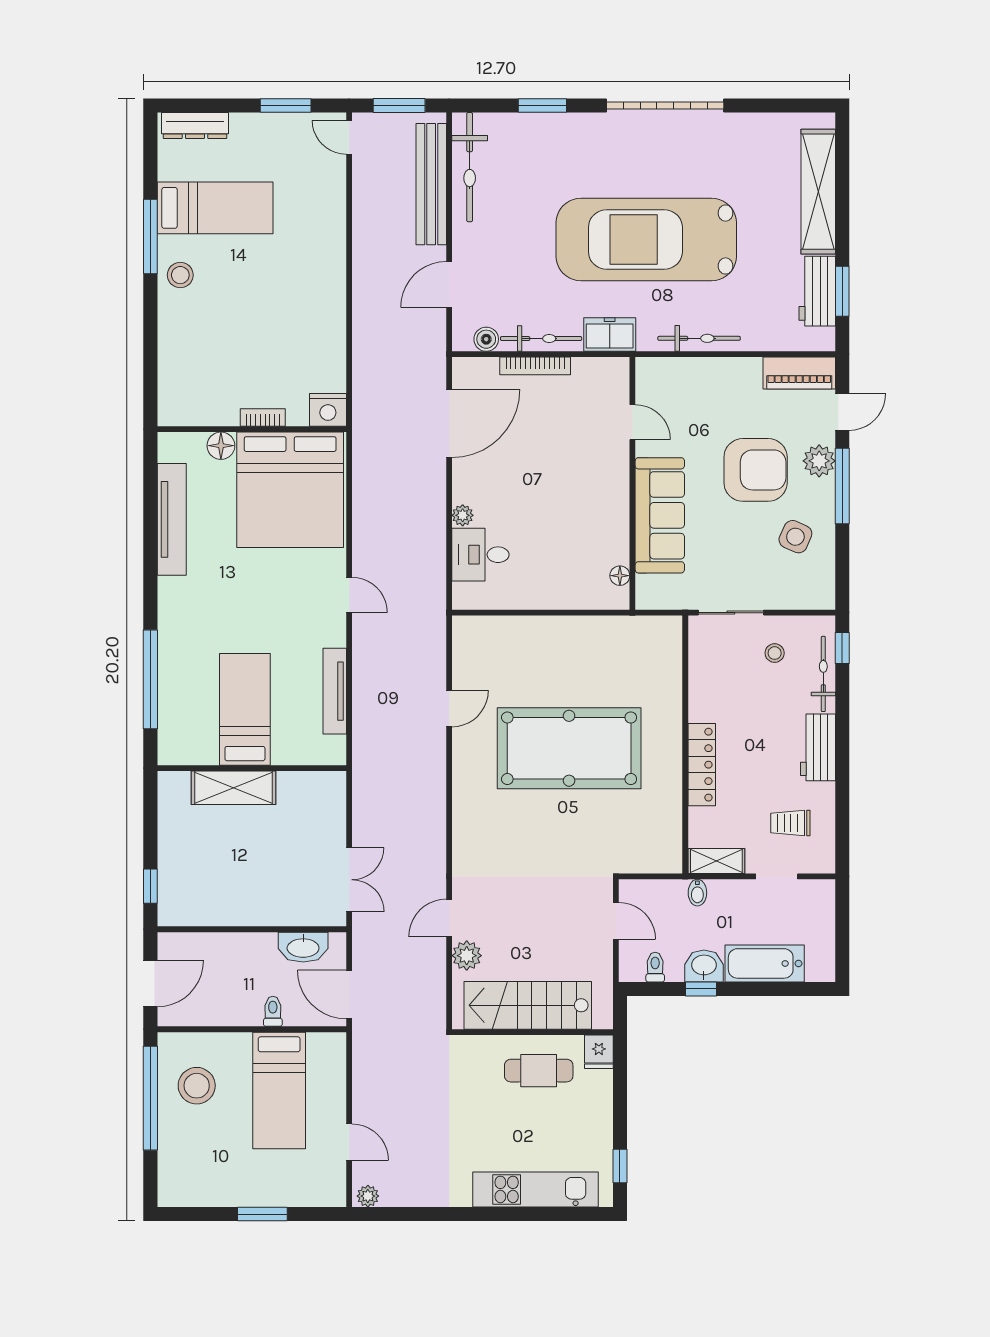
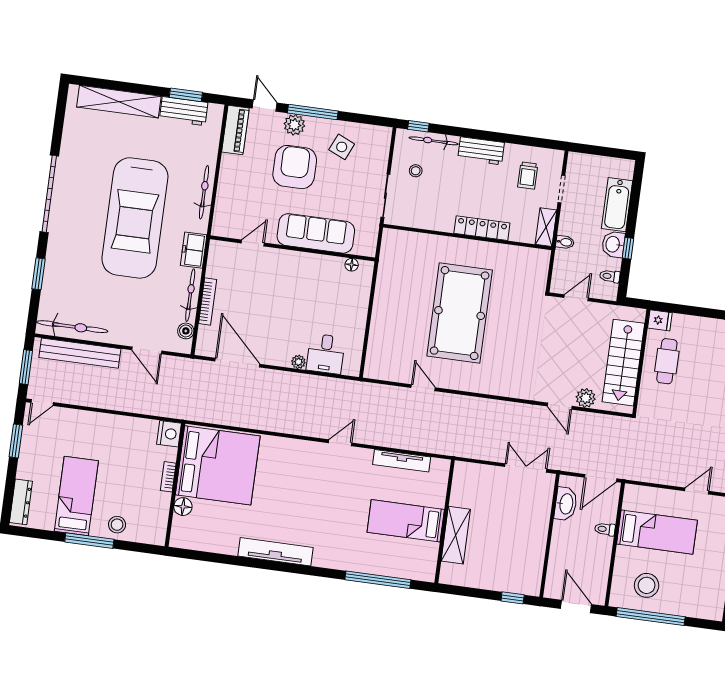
nightstand: (328, 410) -> (169, 434), moved
bookcase: (263, 417) -> (168, 477), moved
wall: (252, 429) -> (175, 485), moved
floor lamp: (221, 446) -> (183, 507), moved
bed: (290, 490) -> (218, 465), moved

